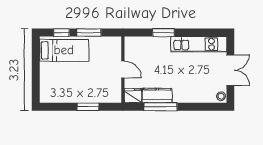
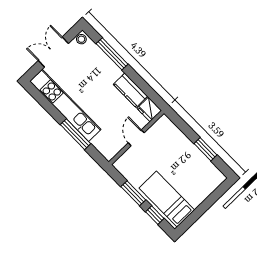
window: (164, 33) -> (76, 134), width x1.44
kitchen unit: (199, 44) -> (65, 105), width x1.36
window: (88, 107) -> (206, 149), moved
window: (161, 107) -> (112, 54), moved

